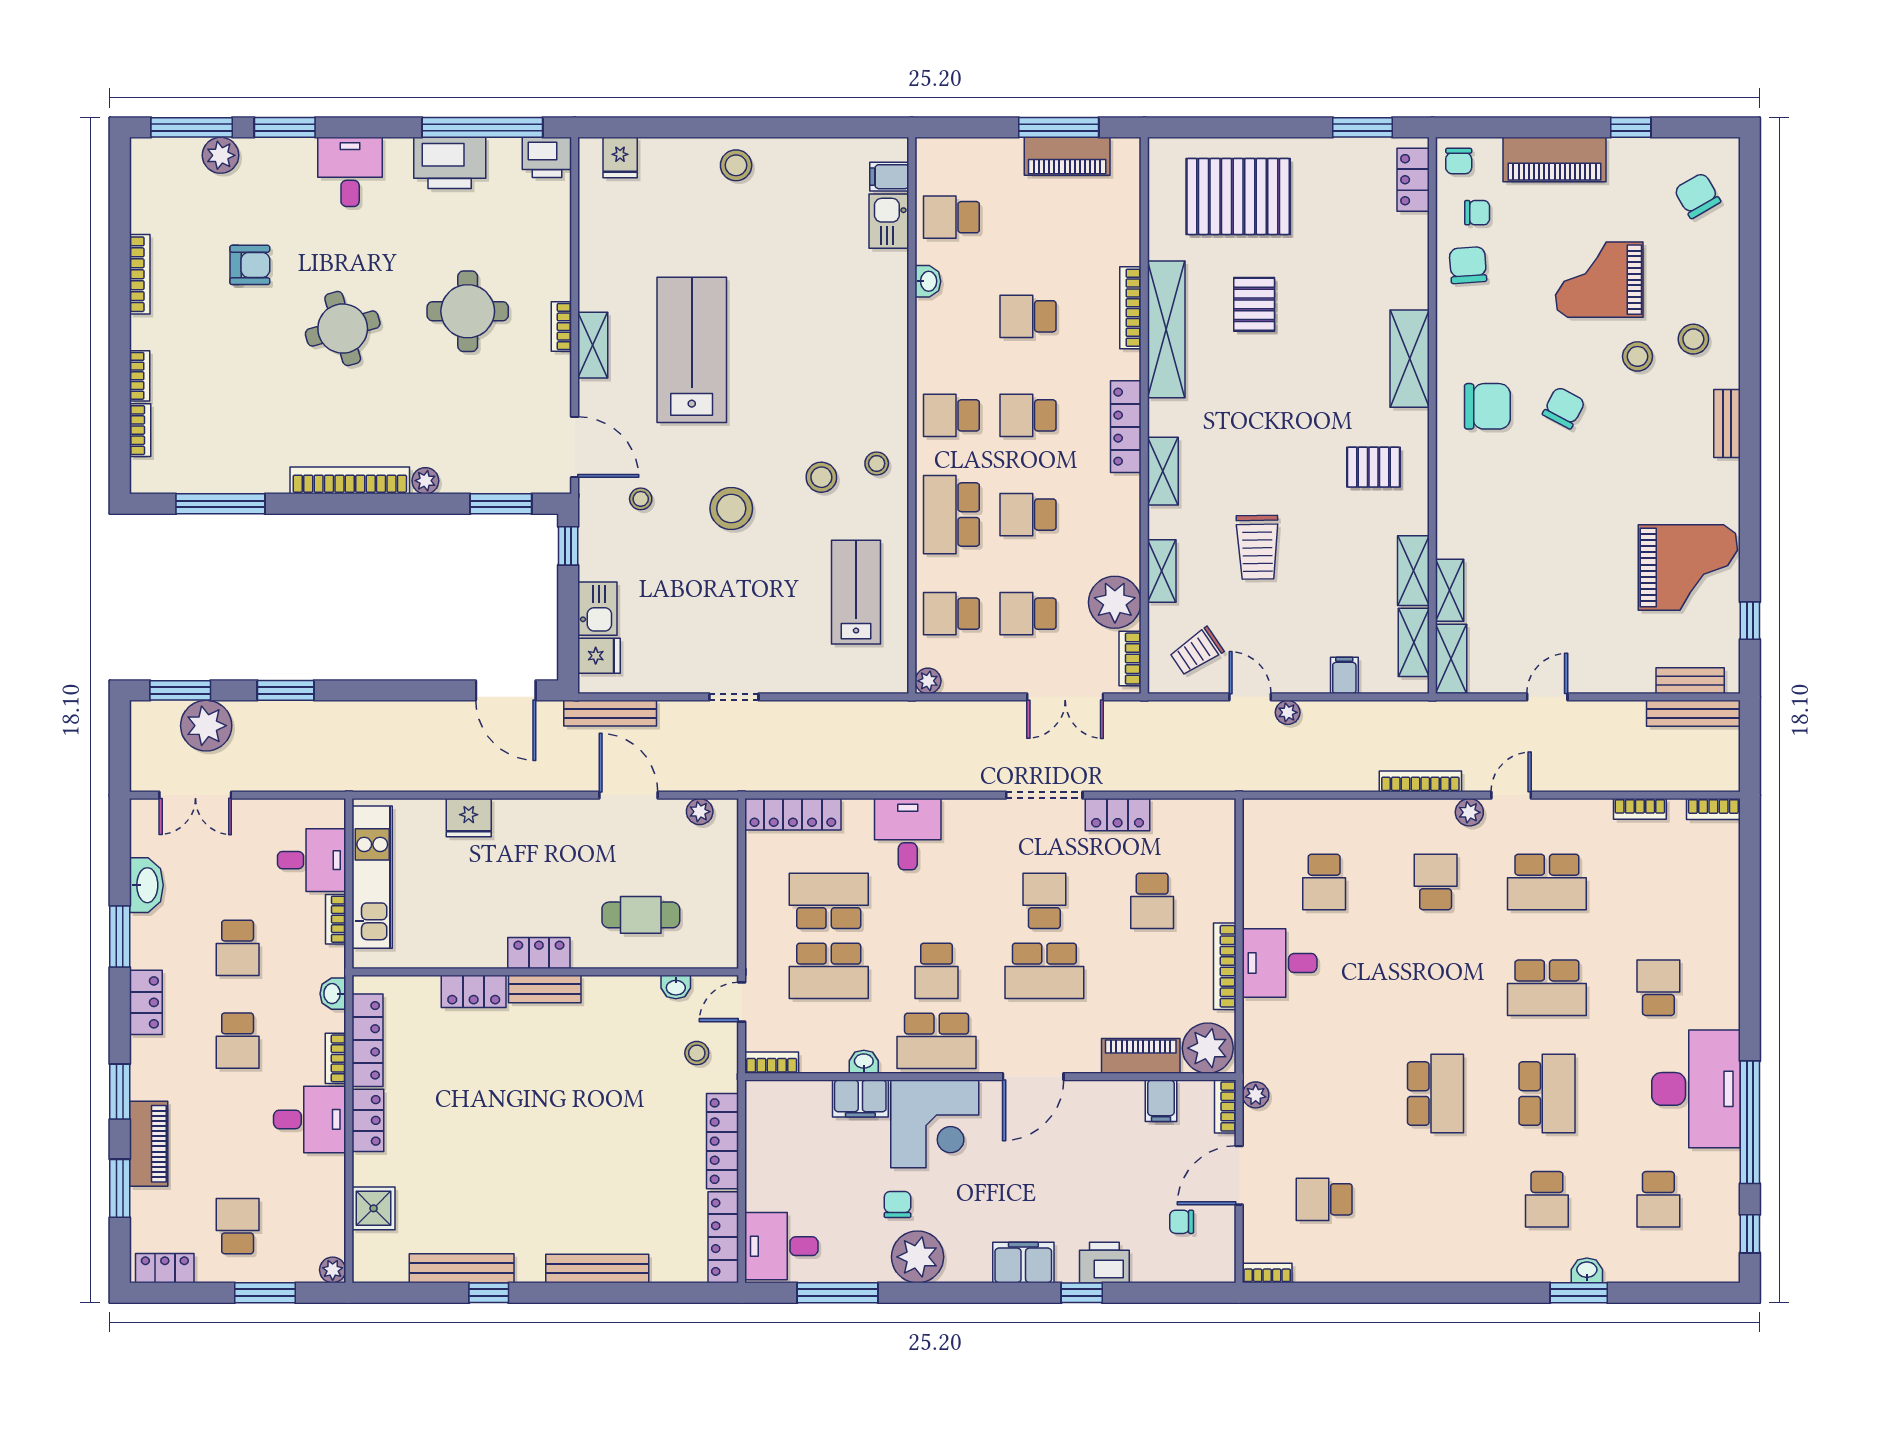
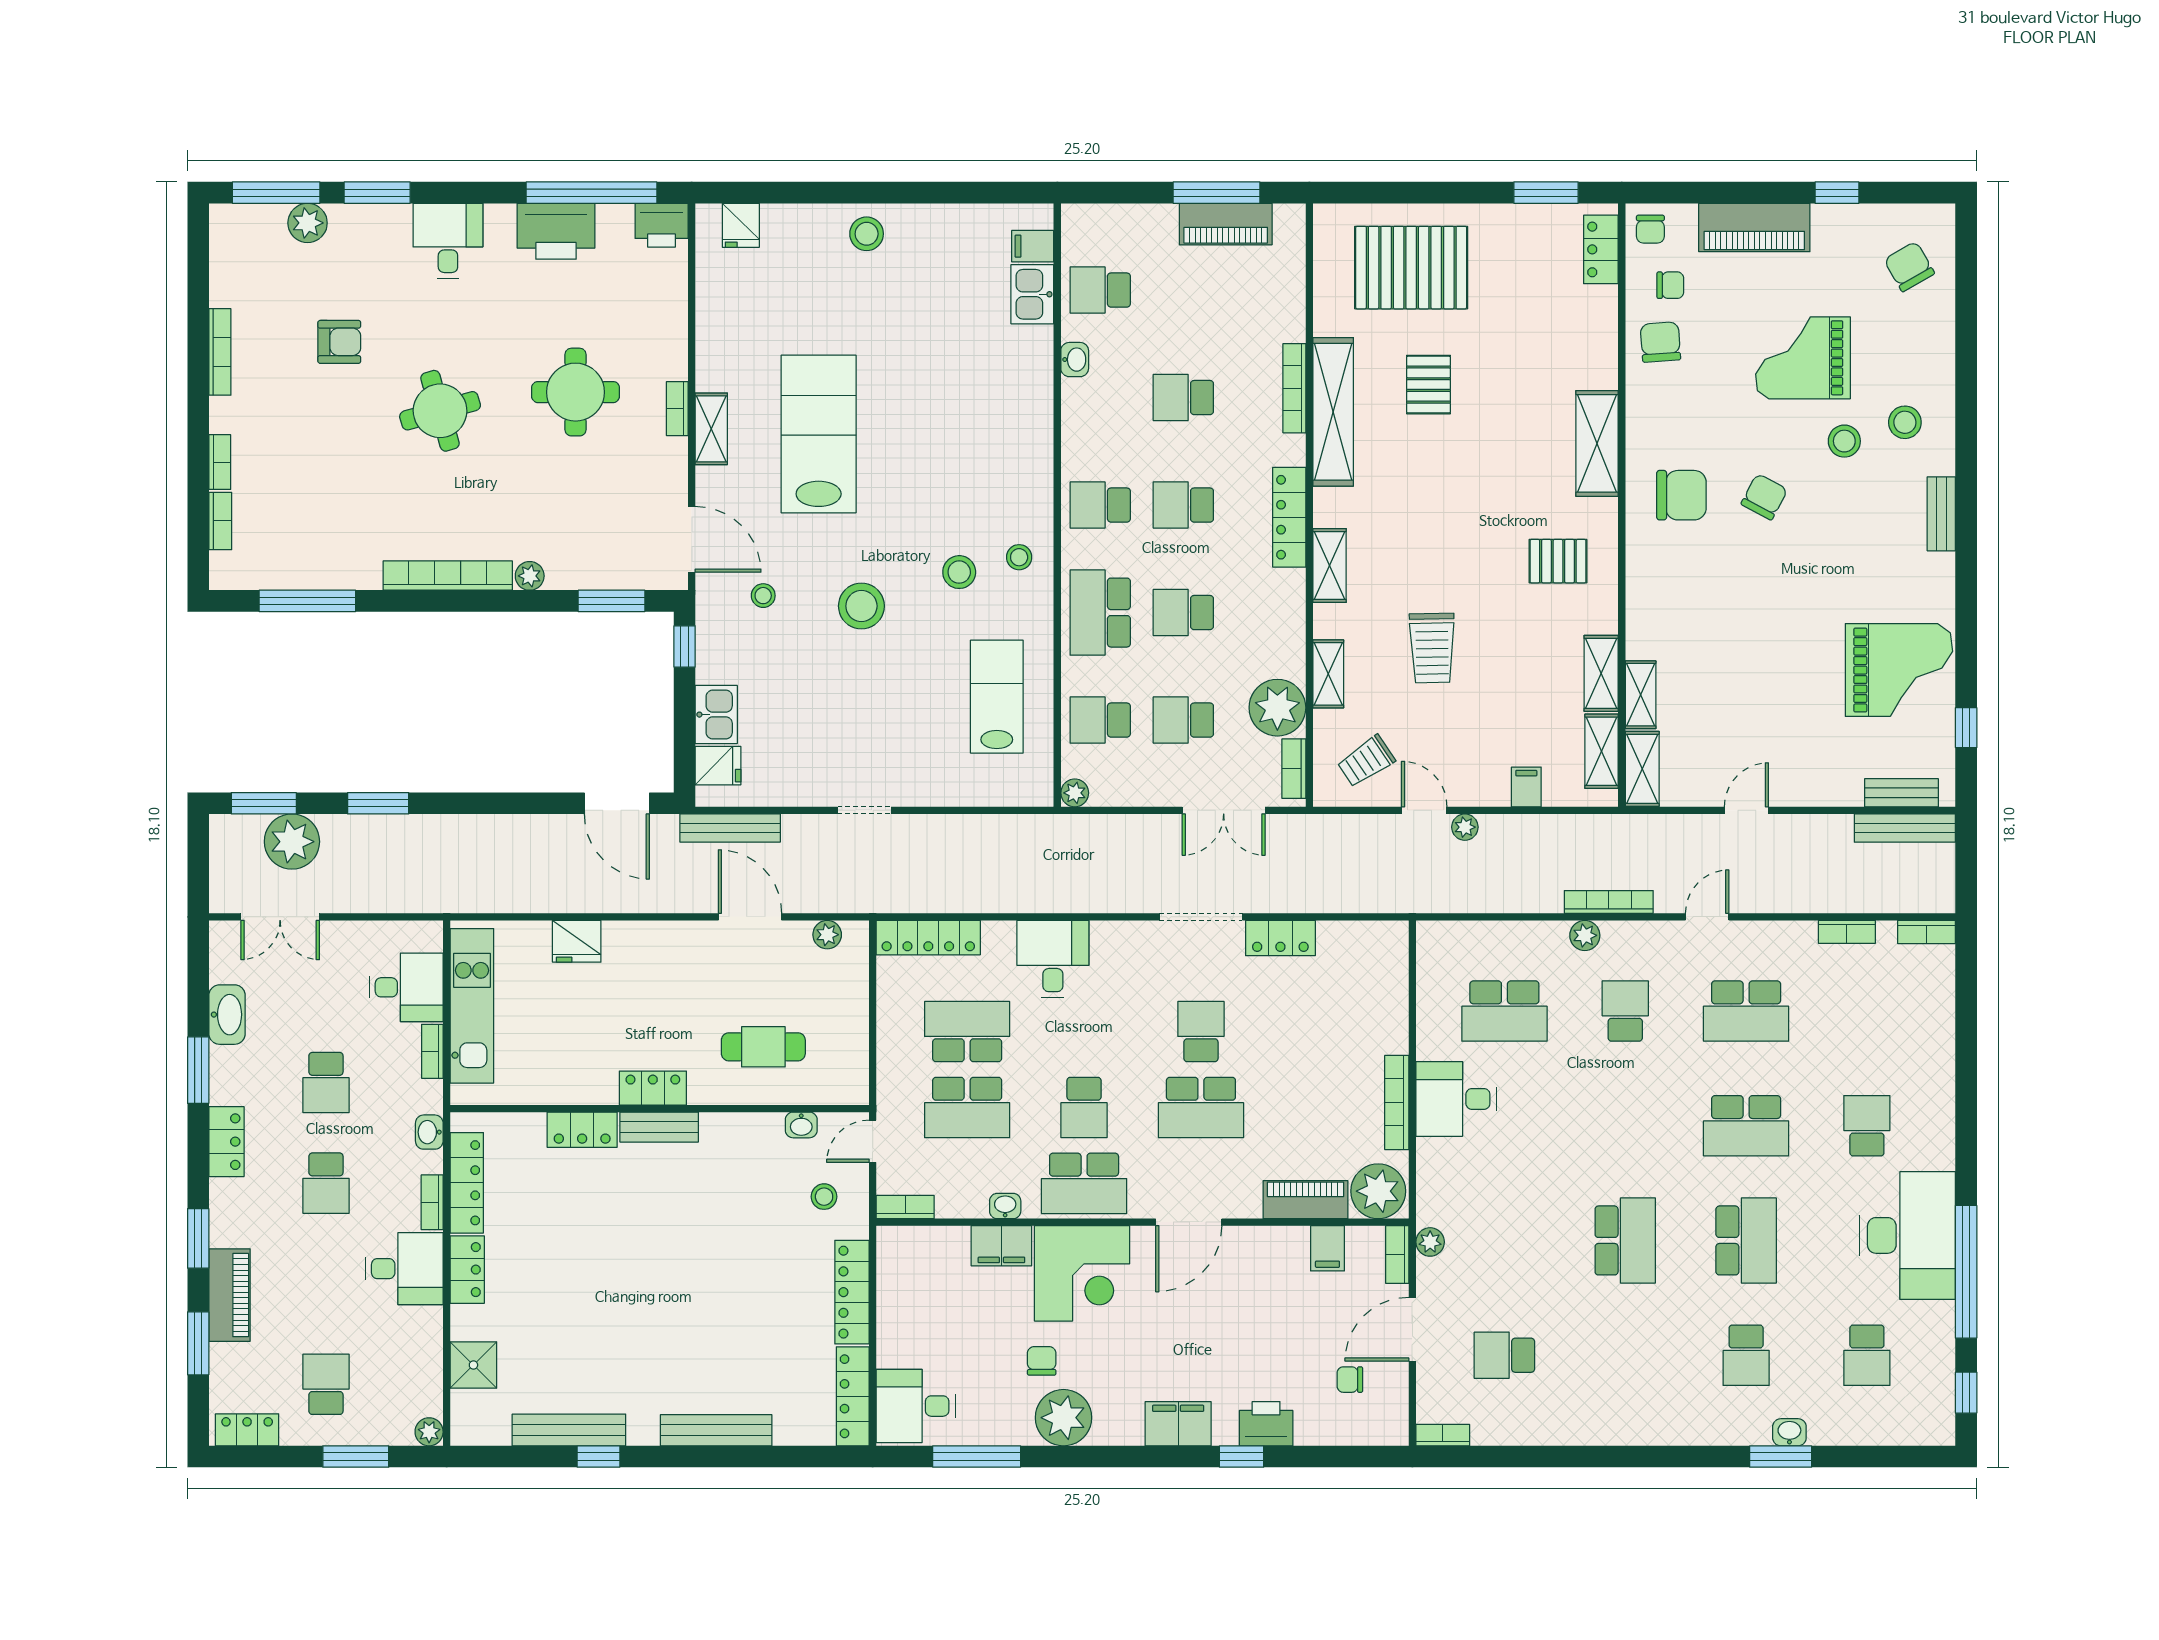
plant: (1469, 812) -> (1585, 935), moved
school desk: (1324, 882) -> (1504, 1011), width x1.85
school desk: (1152, 901) -> (1318, 1032), removed

